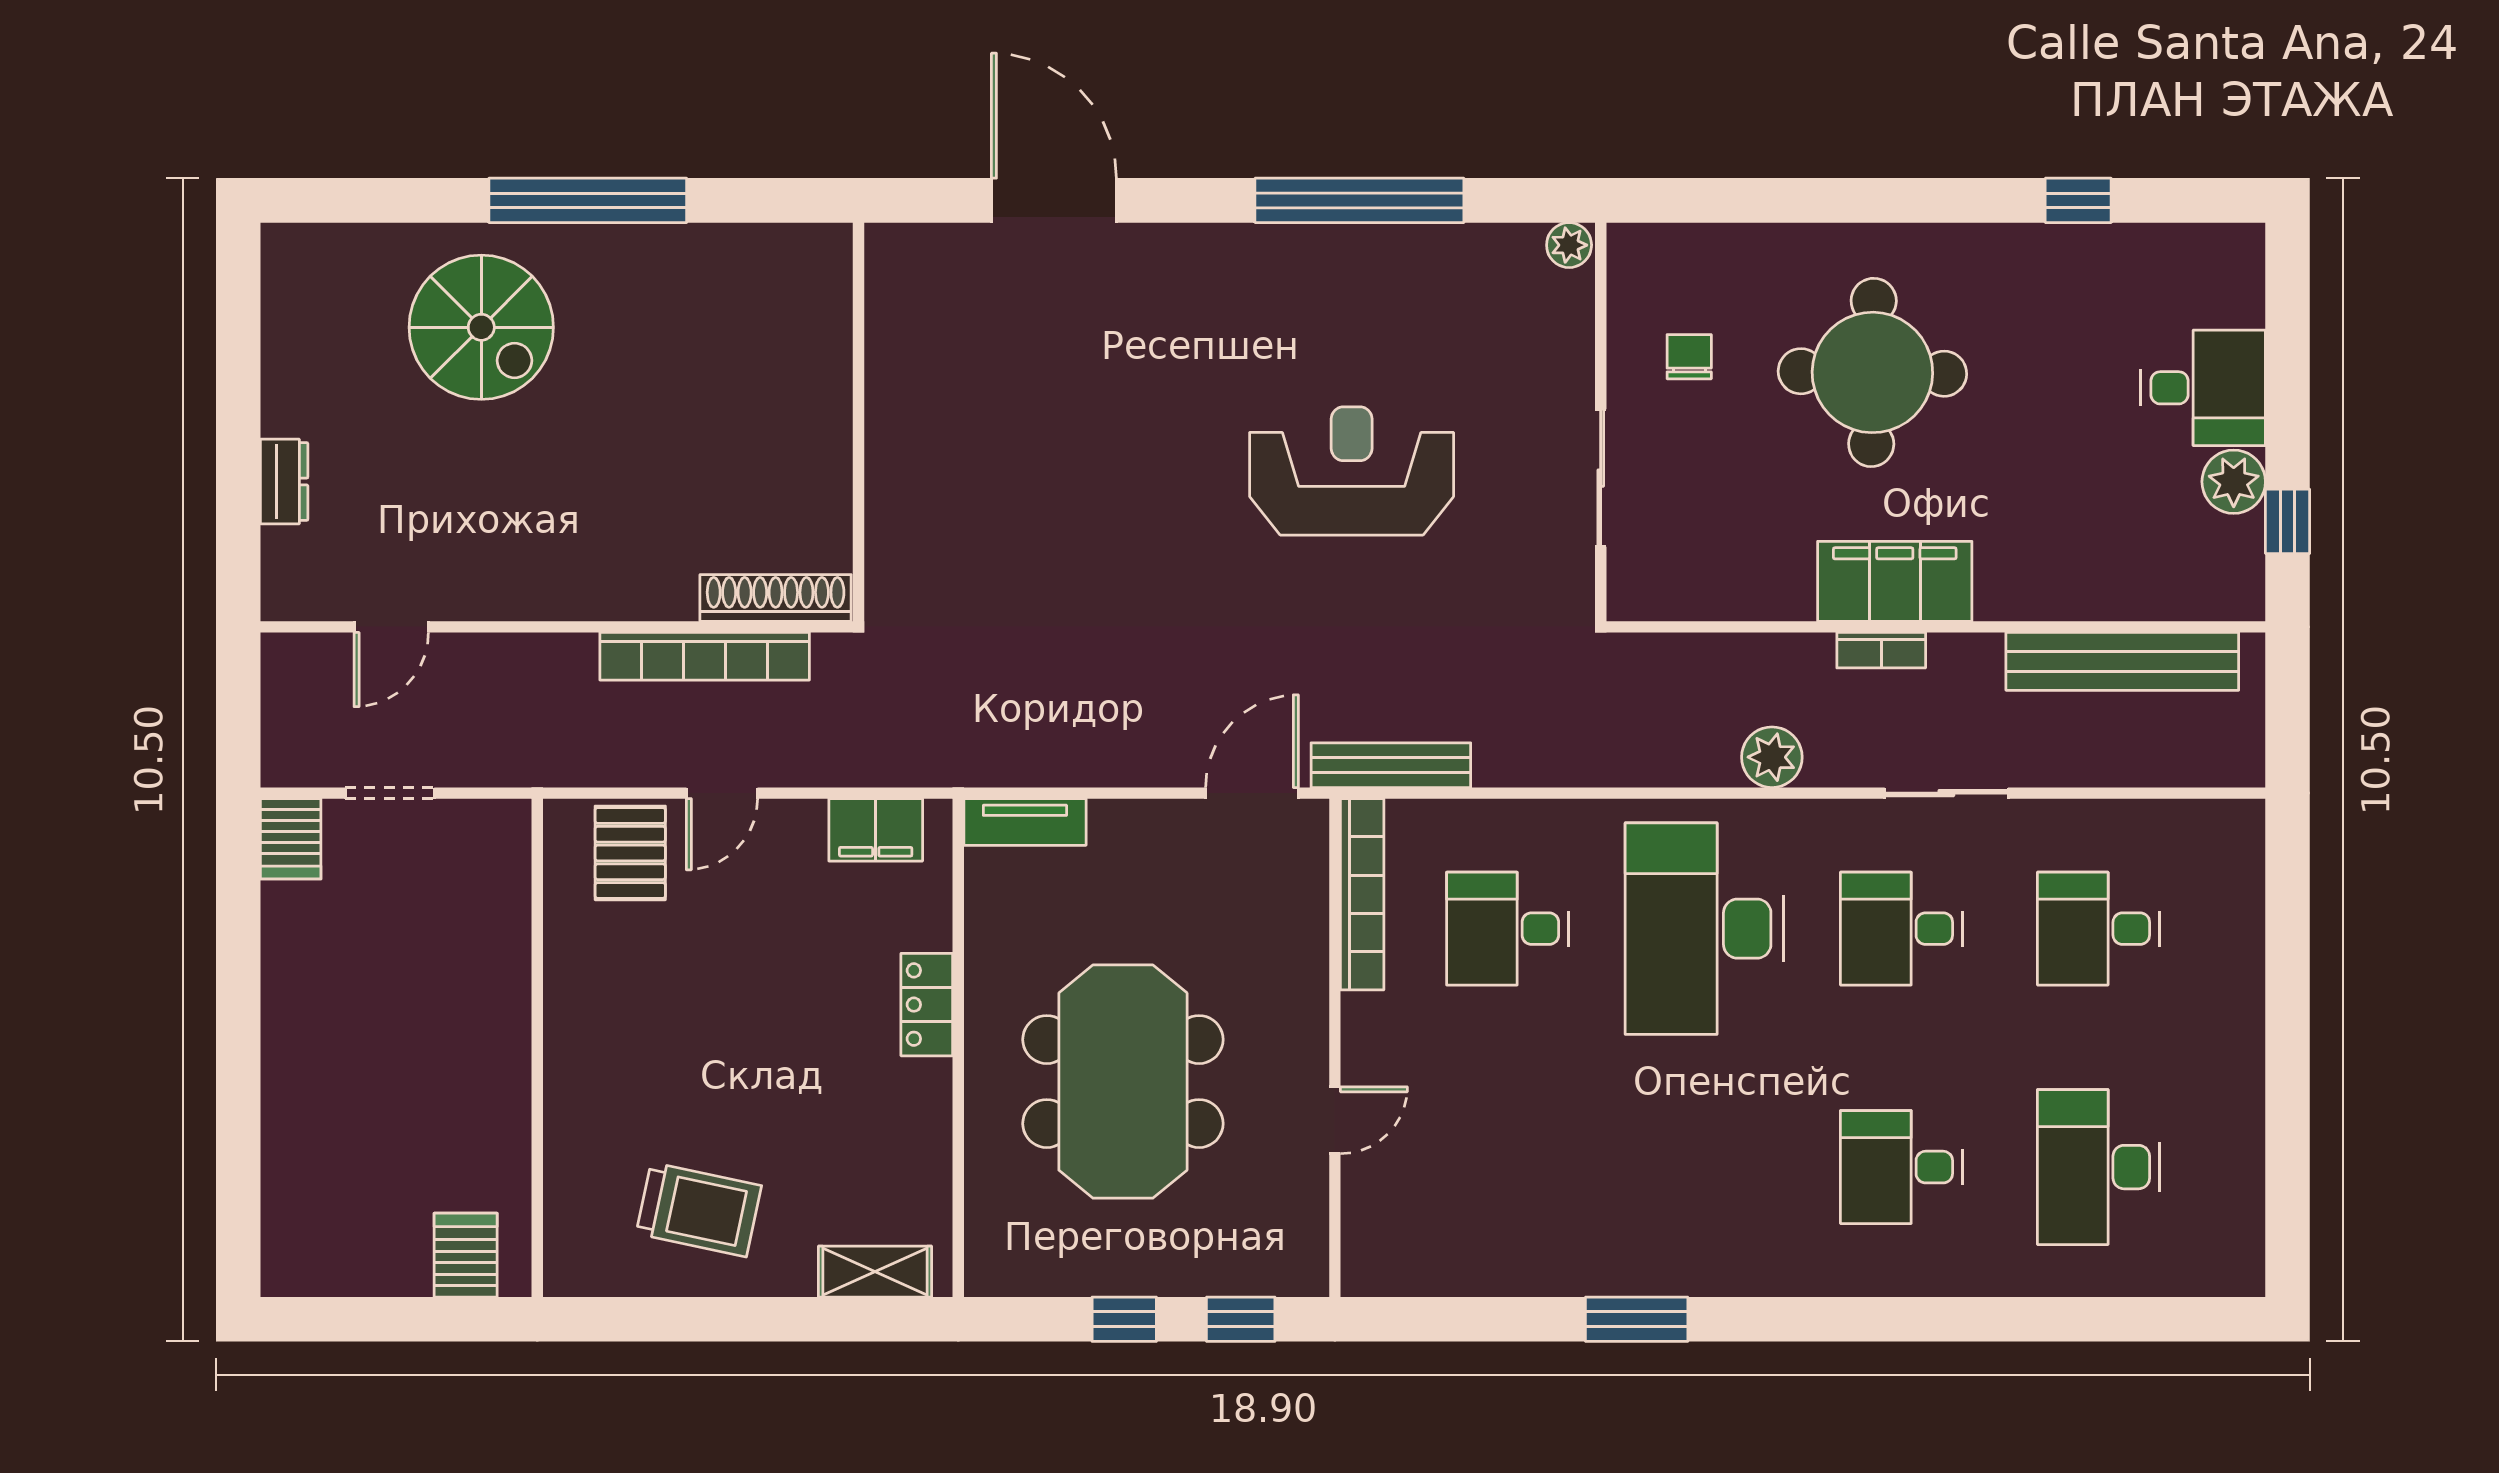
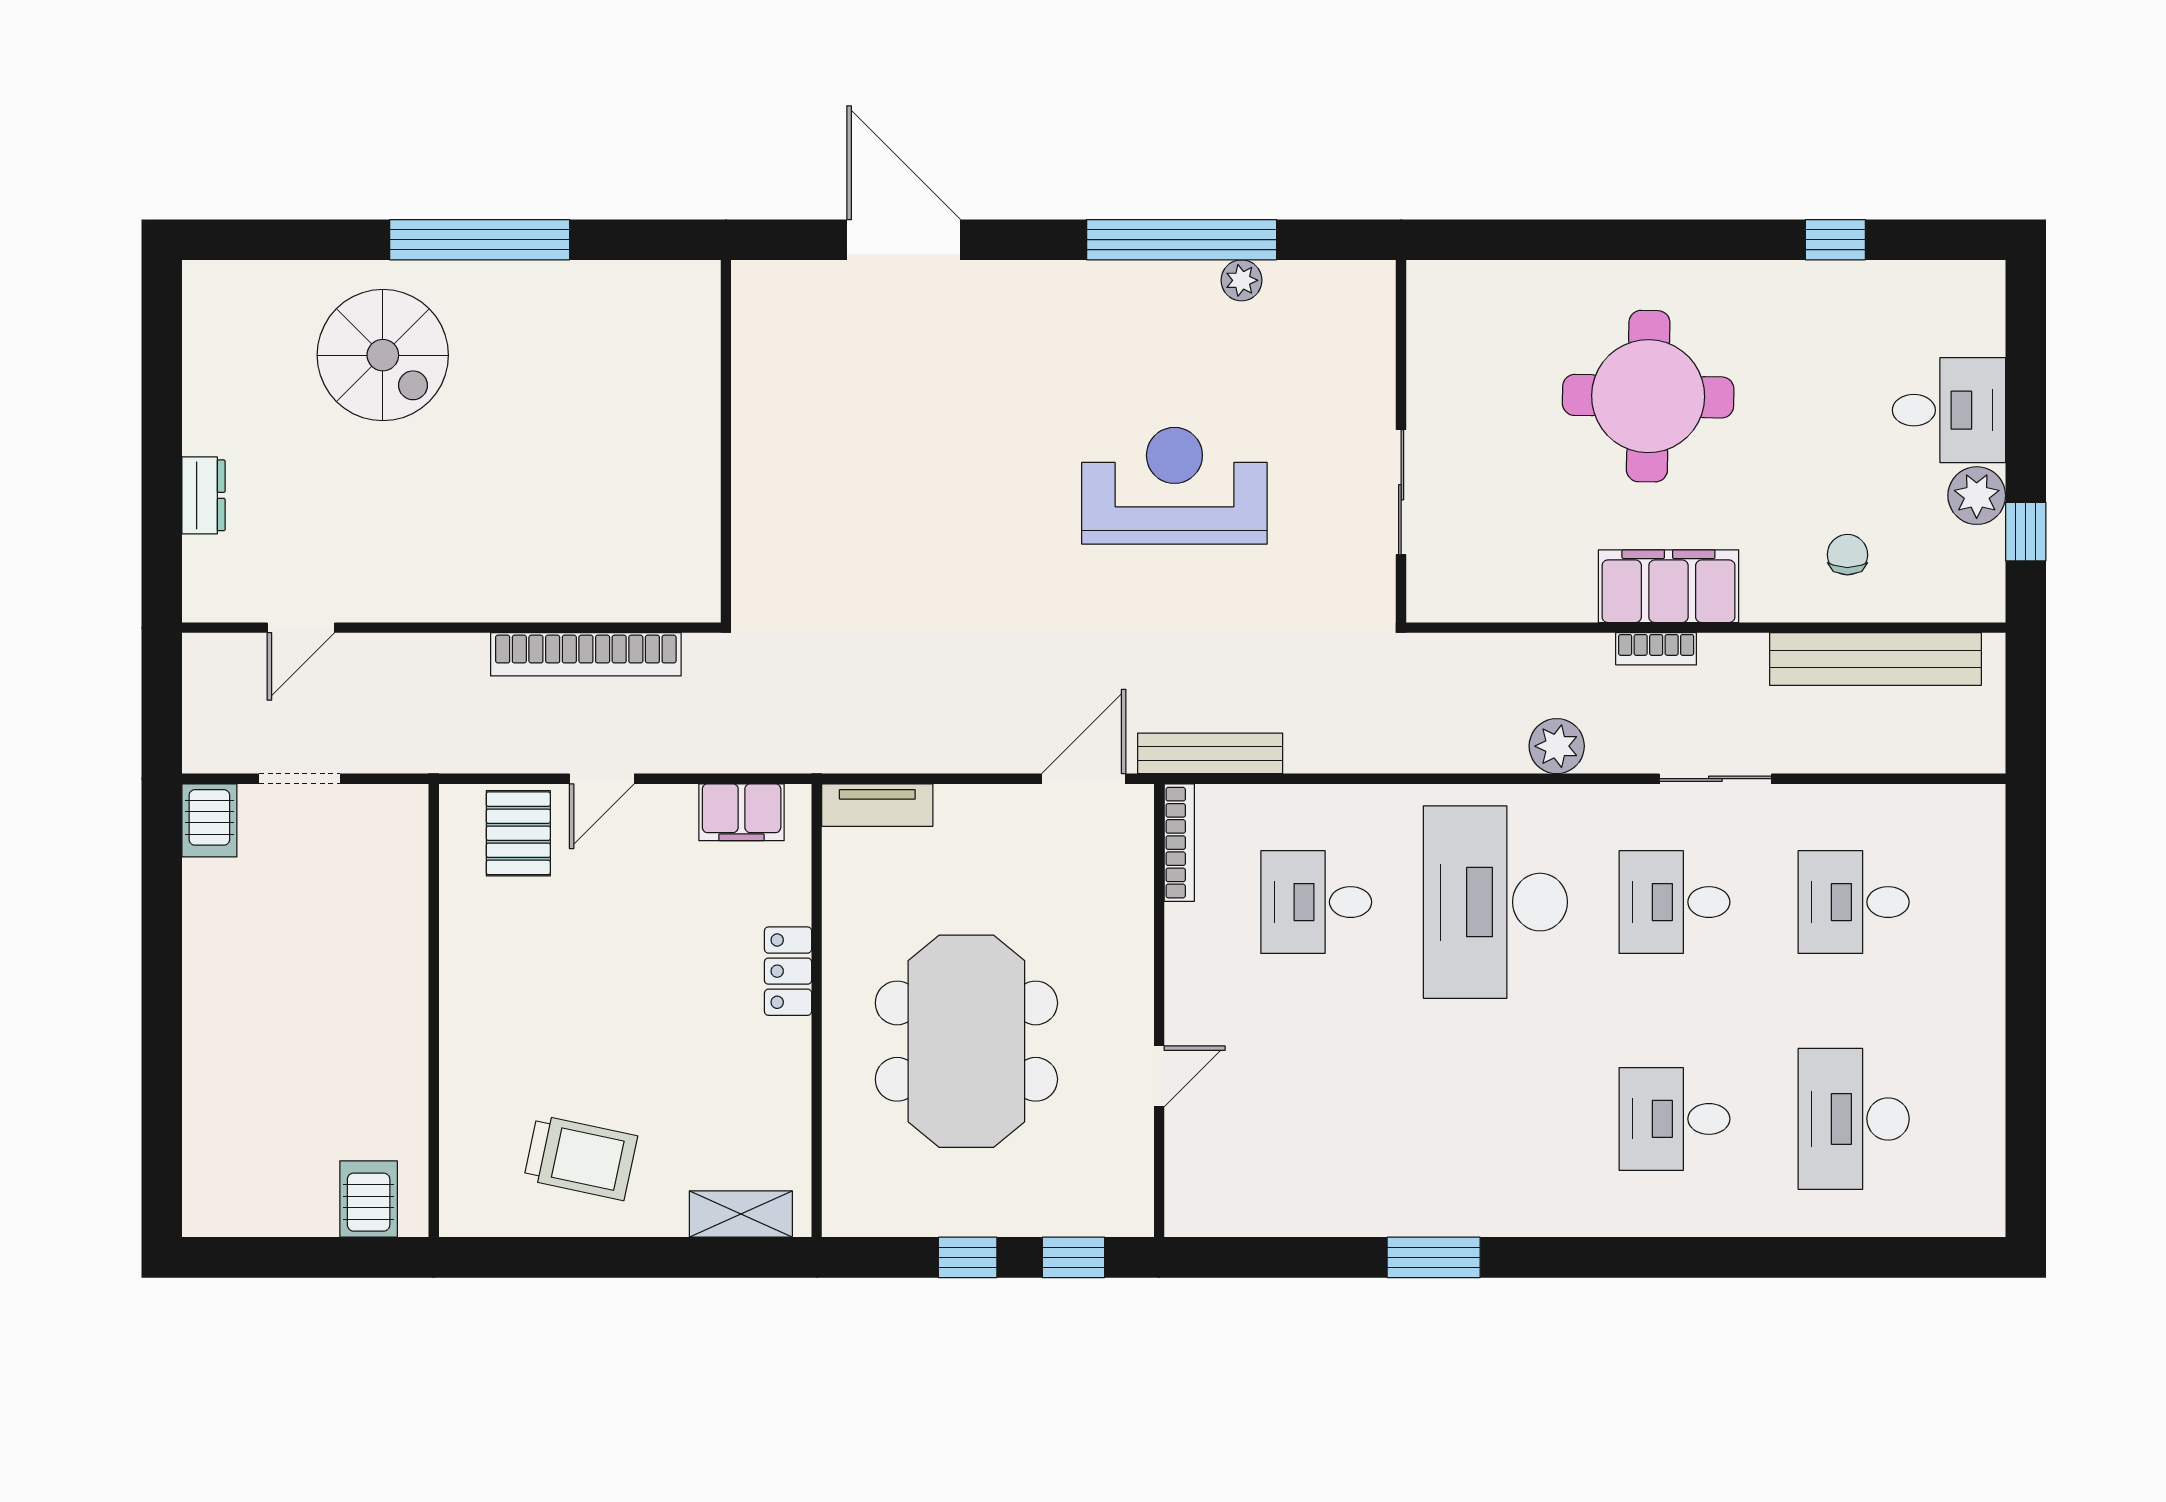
plant: (1569, 245) -> (1242, 280), moved
chair: (1689, 357) -> (1847, 555), moved
shoe rack: (776, 598) -> (650, 601), removed
bookcase: (1362, 894) -> (1179, 843), width x0.68, depth x0.76

